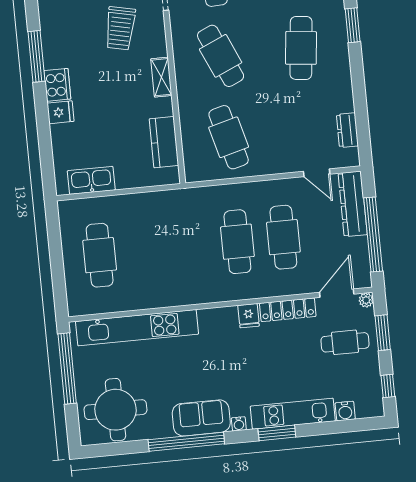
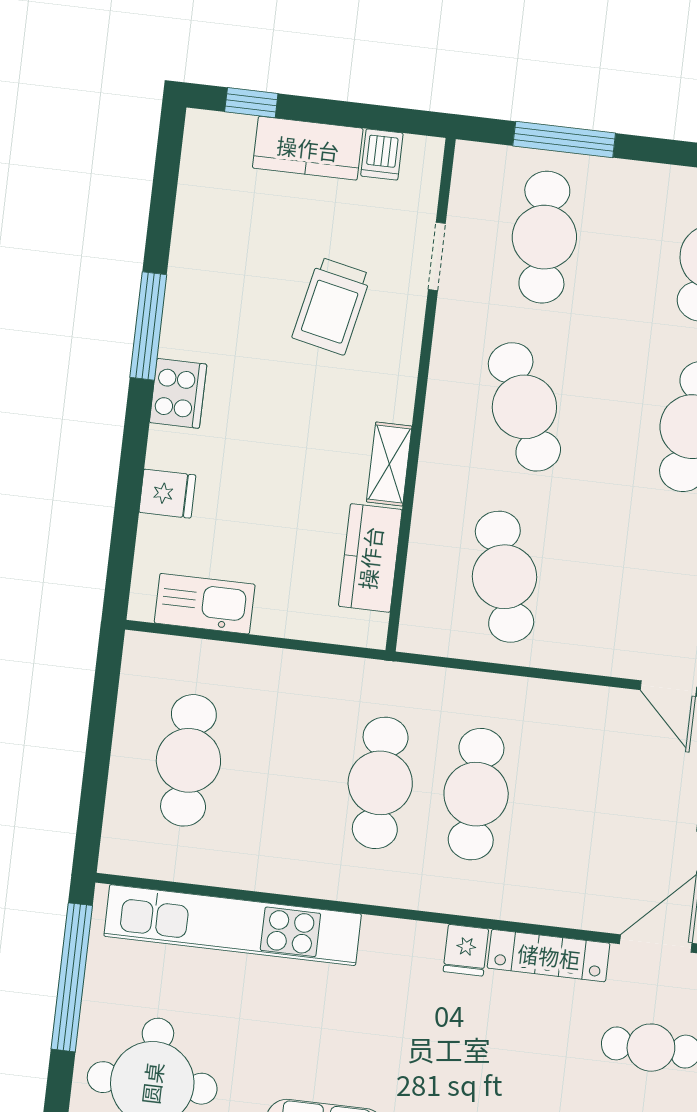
shelving: (161, 77) -> (389, 464), moved
fridge: (61, 112) -> (167, 494), moved
cafe table: (283, 237) -> (380, 783), moved

